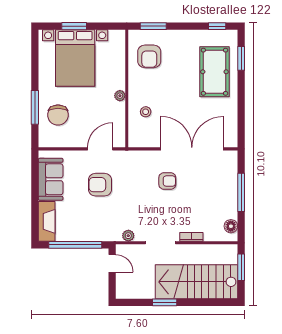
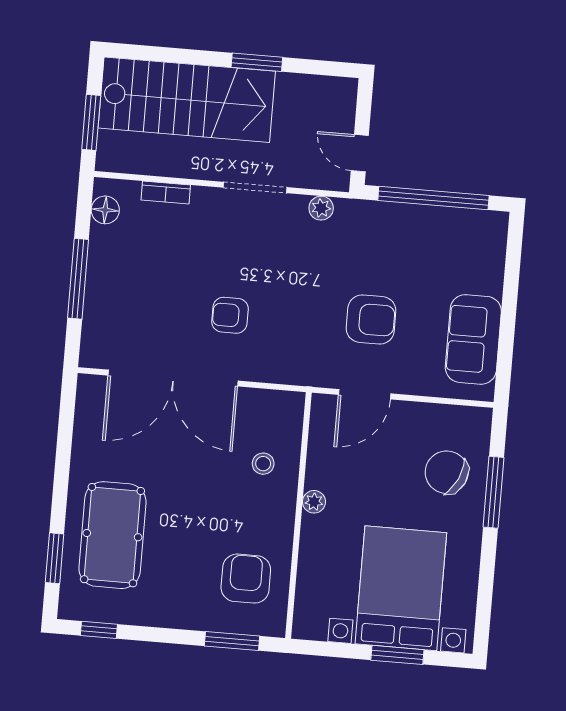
chair: (58, 115) -> (447, 472), turned -65
fireplace: (47, 221) -> (489, 252), removed
bookcase: (191, 237) -> (166, 193), moved

